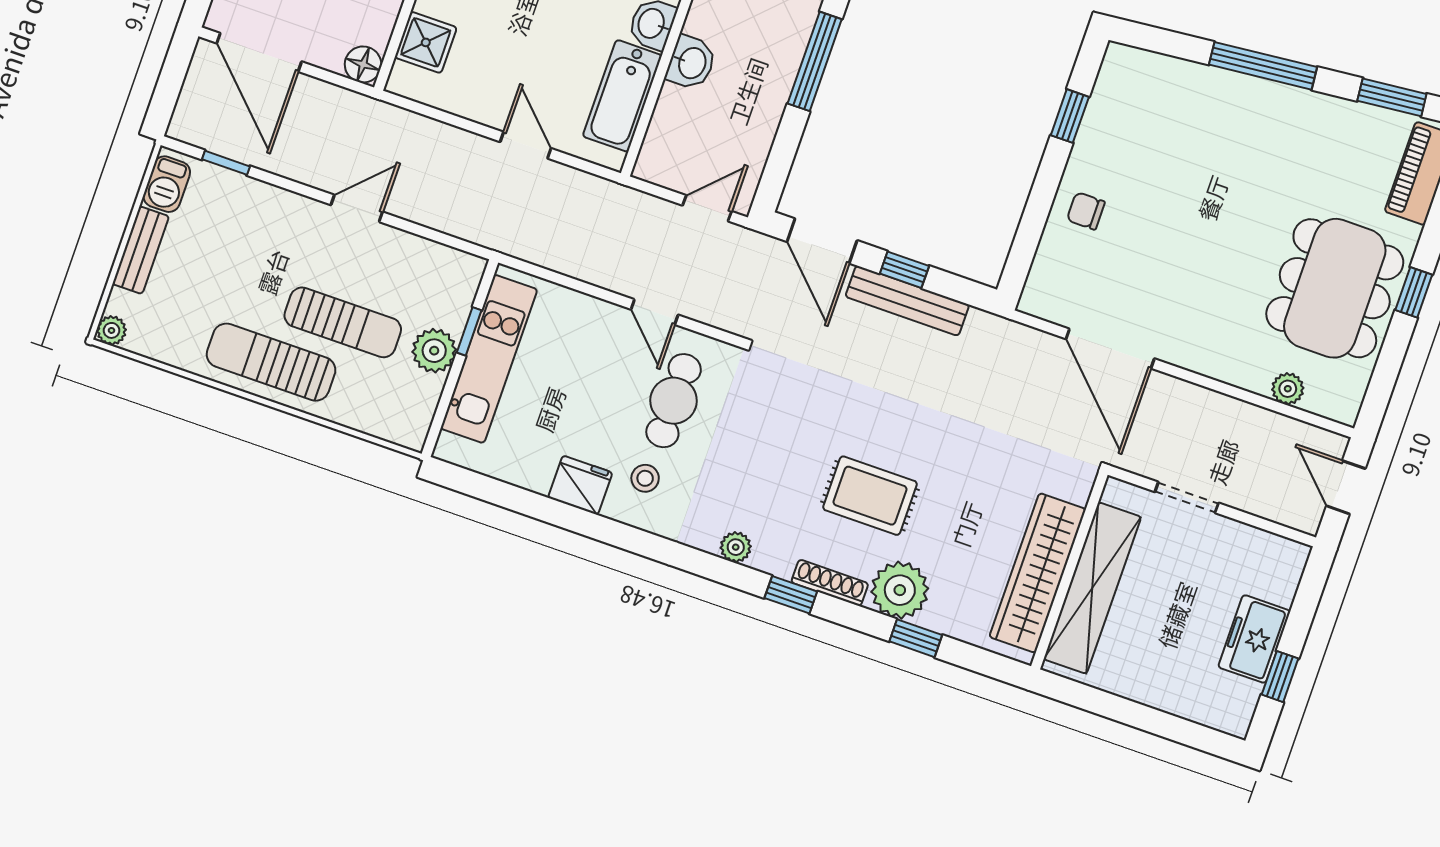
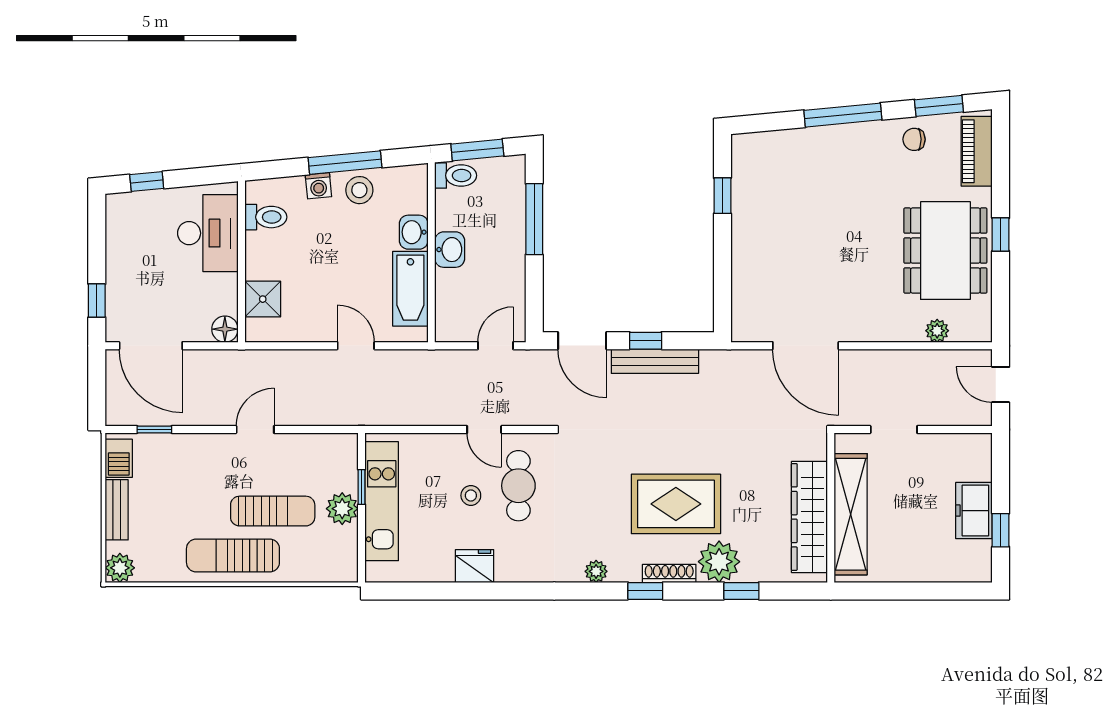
chair: (1086, 211) -> (914, 139), moved
plant: (111, 330) -> (120, 568), width x1.38, depth x1.38
stool: (645, 478) -> (471, 495), moved
rug: (870, 496) -> (676, 504), width x1.36, depth x1.43

